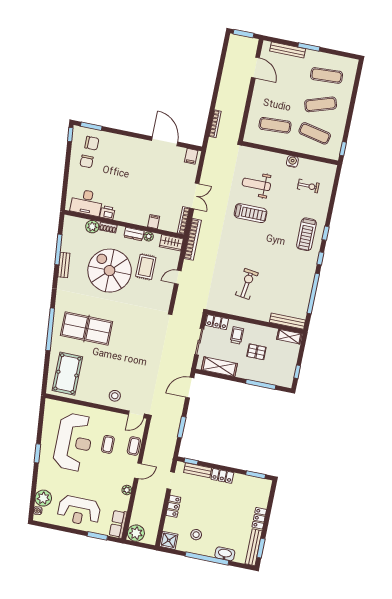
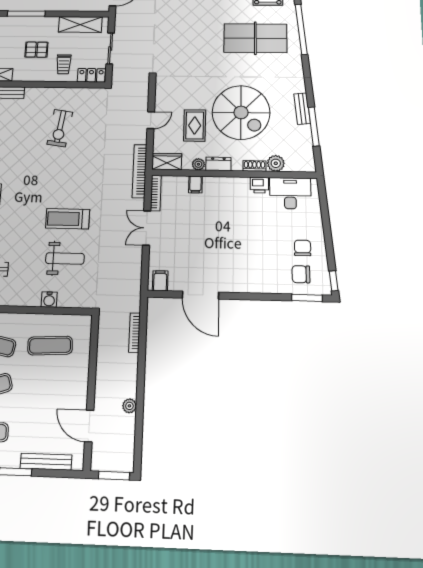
plant: (226, 76) -> (129, 406), added
water cooler: (292, 161) -> (49, 300), moved

